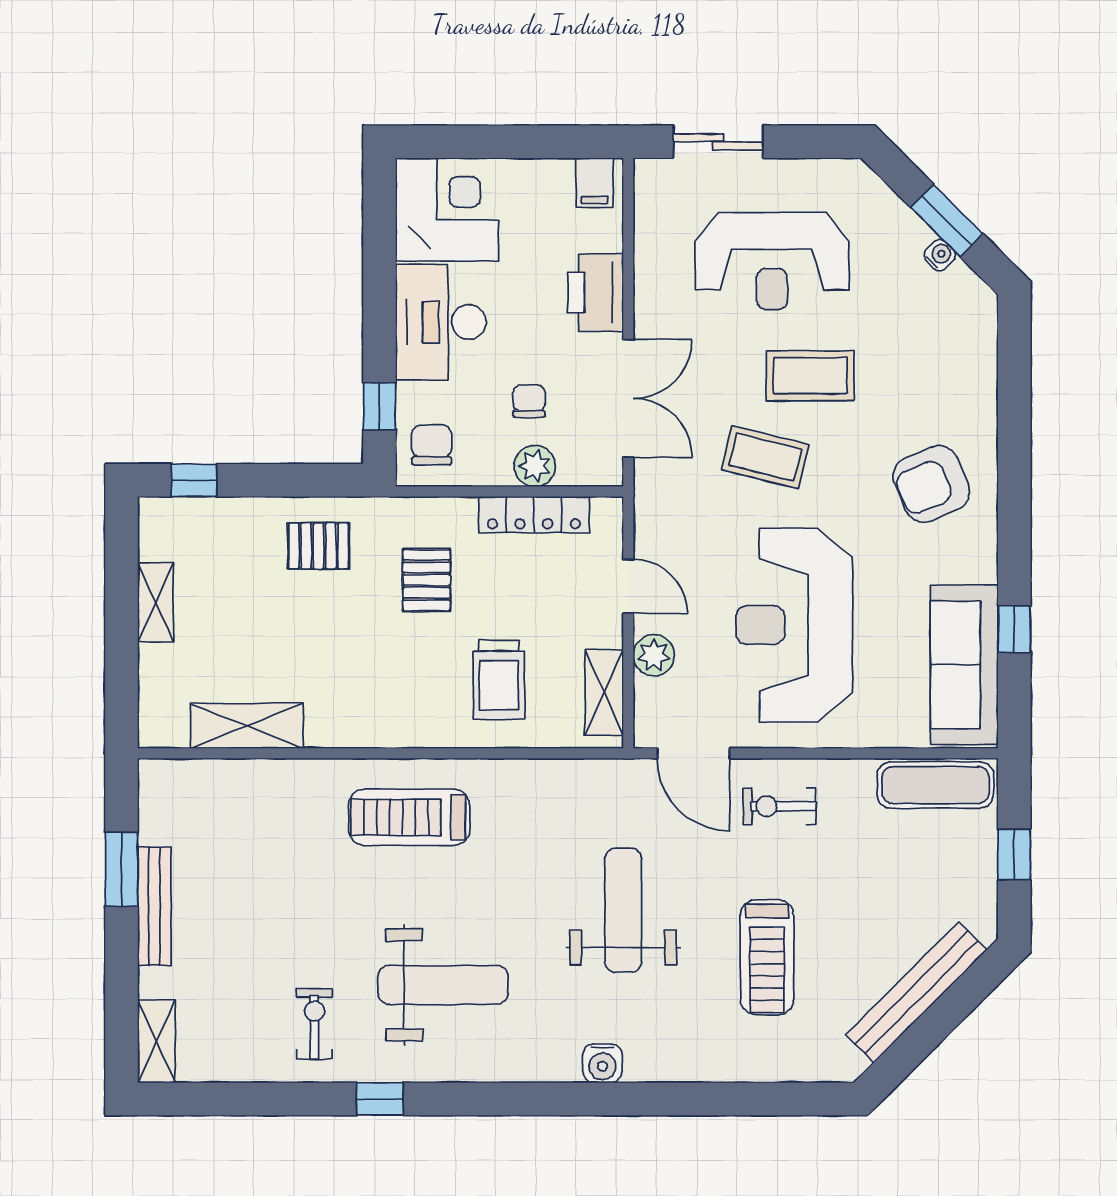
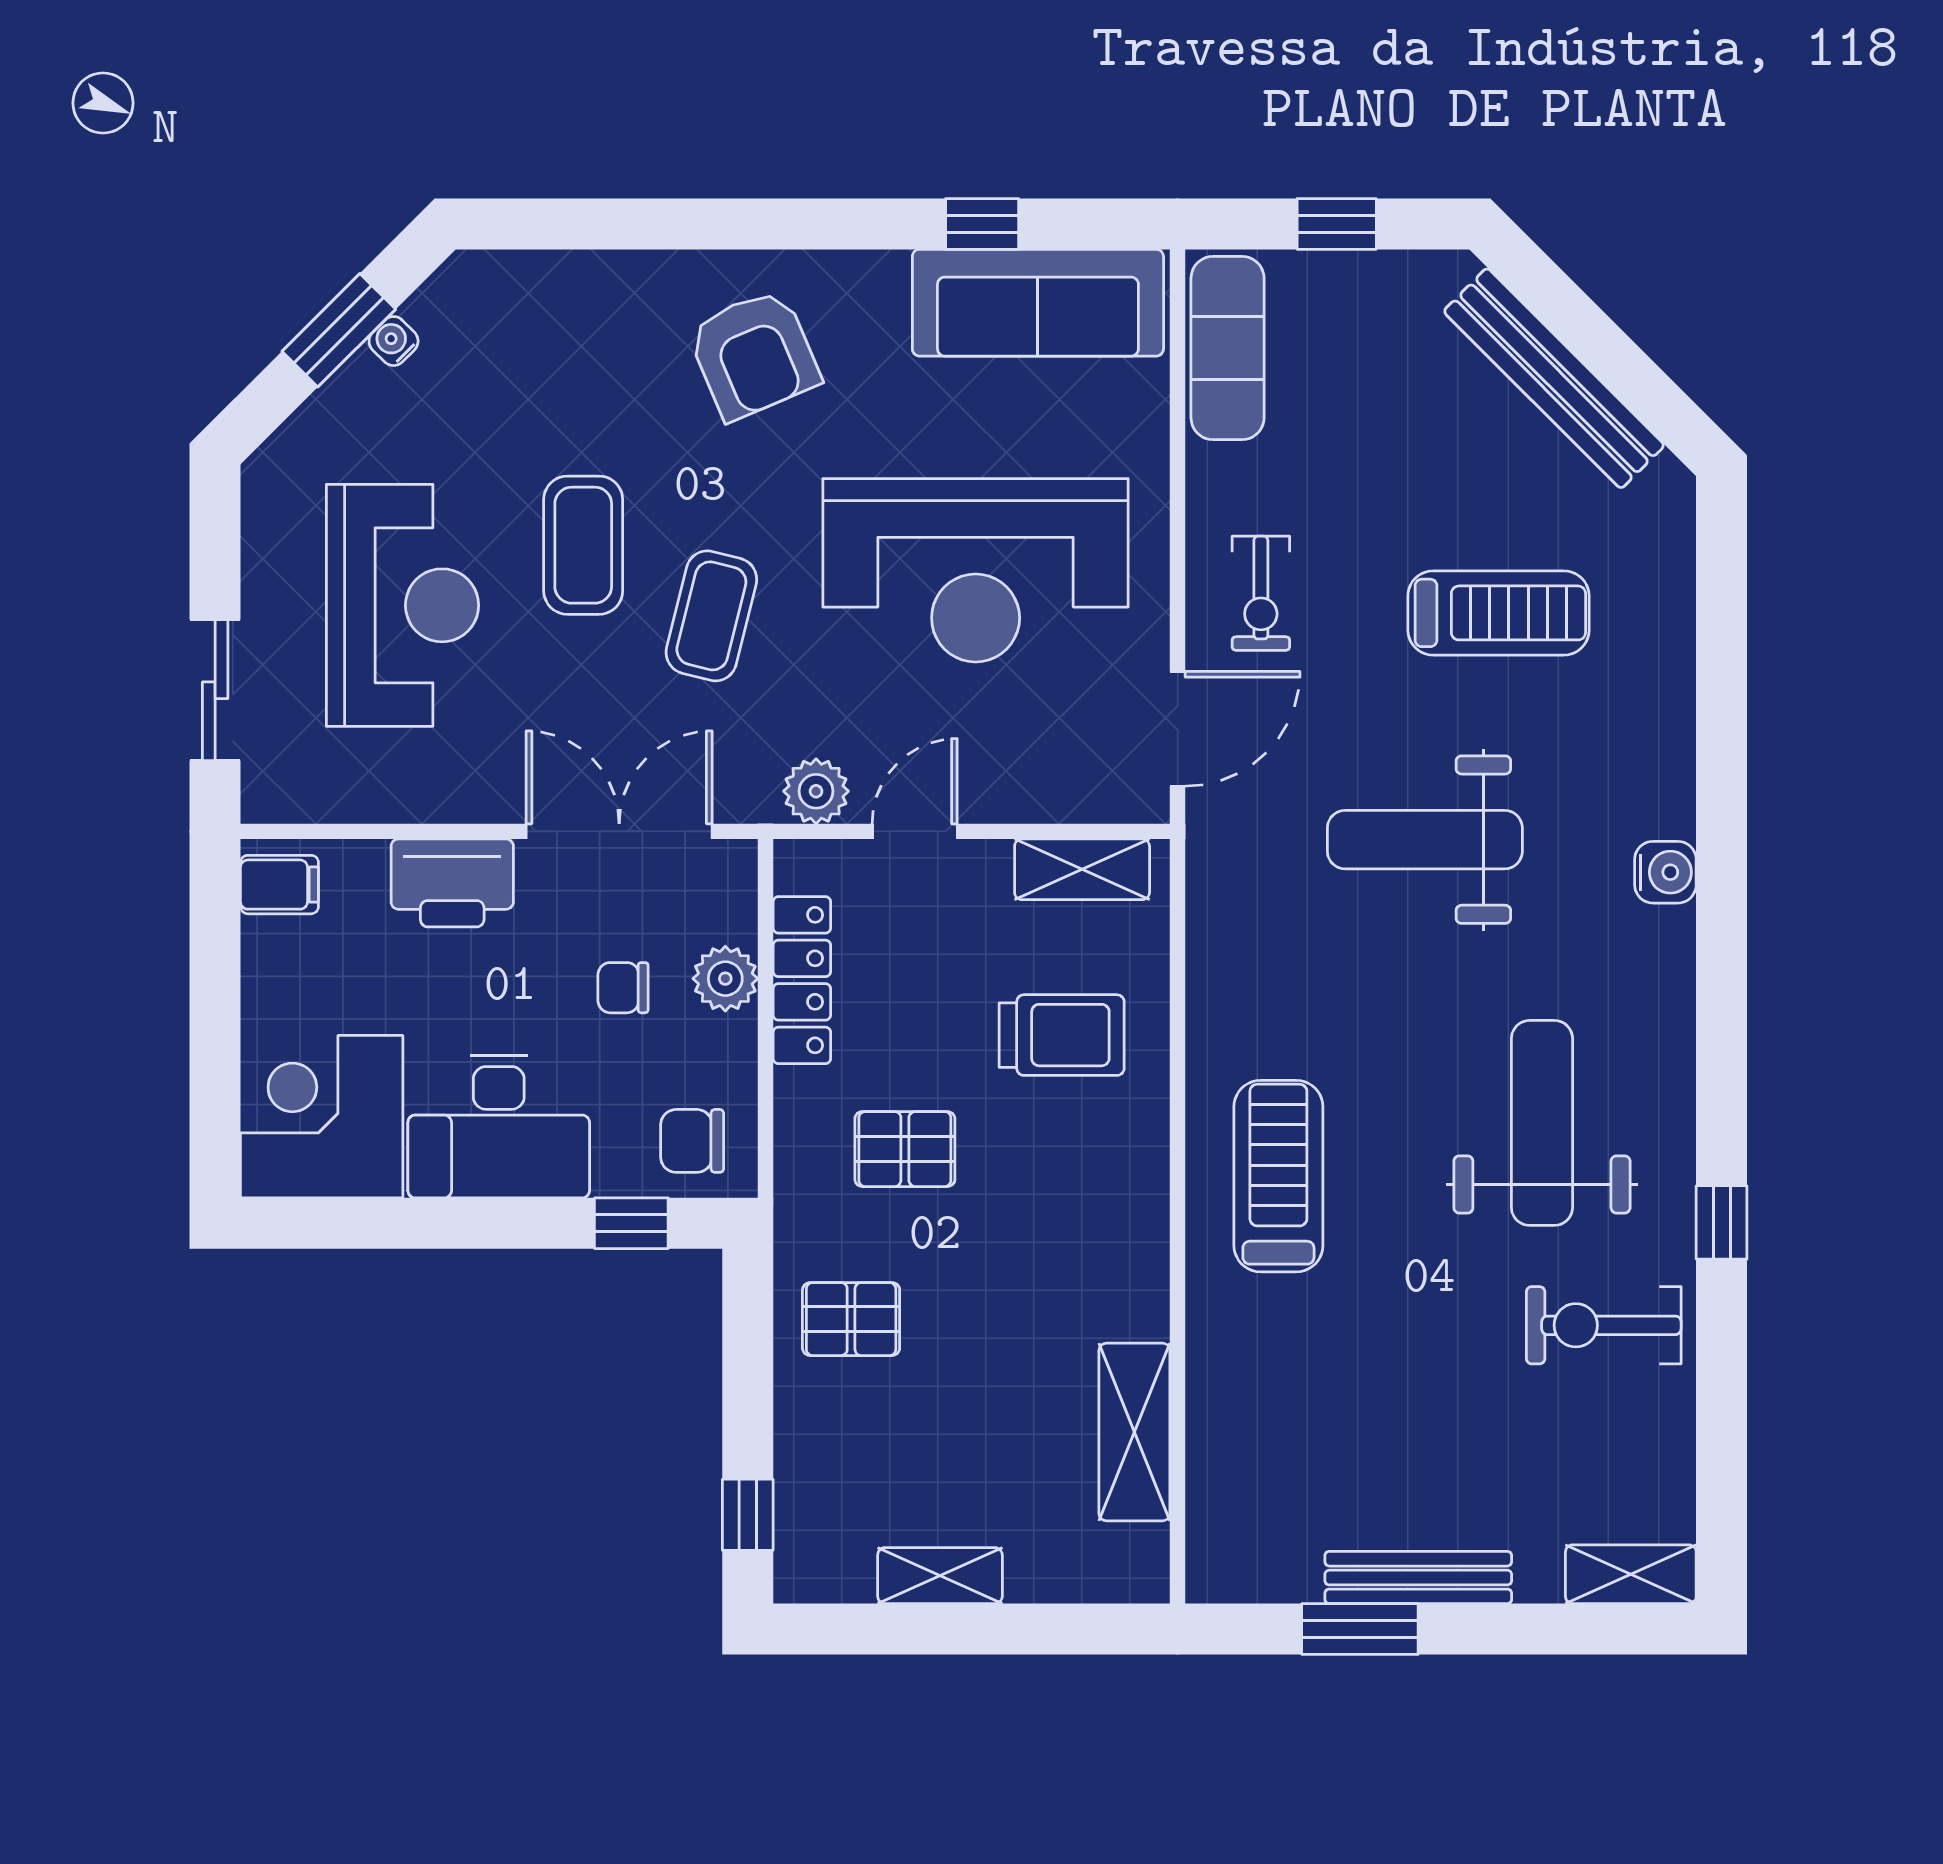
pallet: (318, 546) -> (851, 1319), turned 90
plant: (654, 655) -> (816, 791), moved
treadmill: (409, 817) -> (1278, 1176), turned 180
exercise bike: (315, 1024) -> (1604, 1325), width x1.38, depth x1.39

